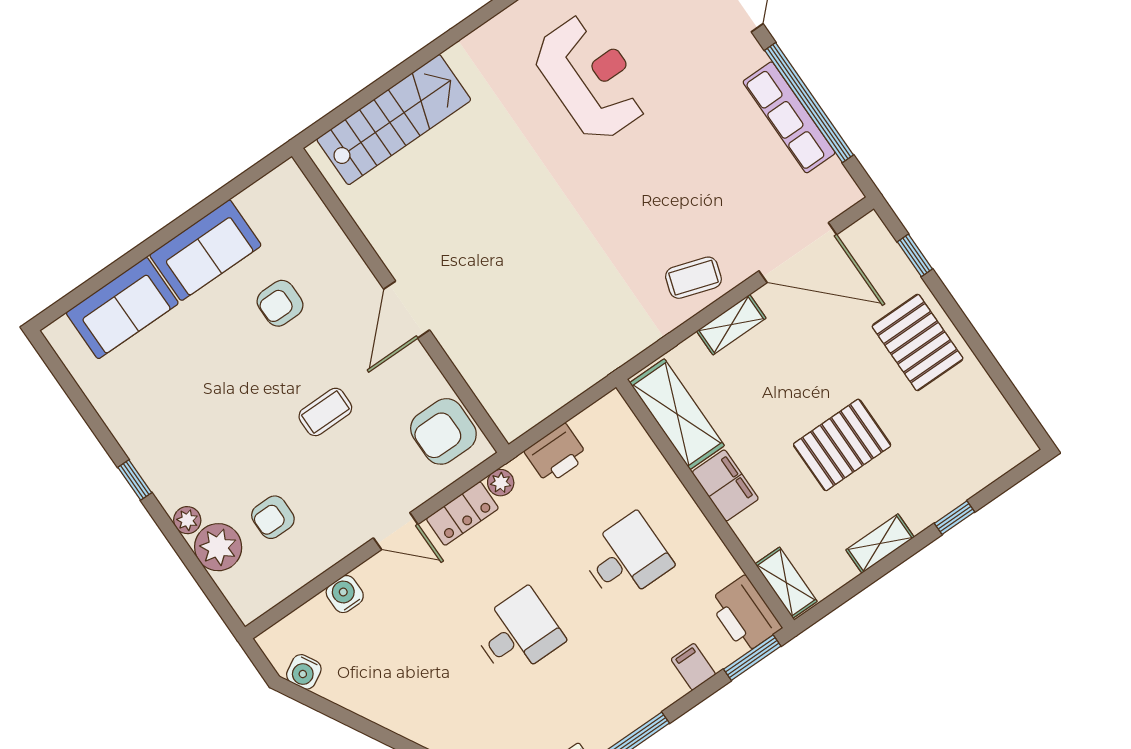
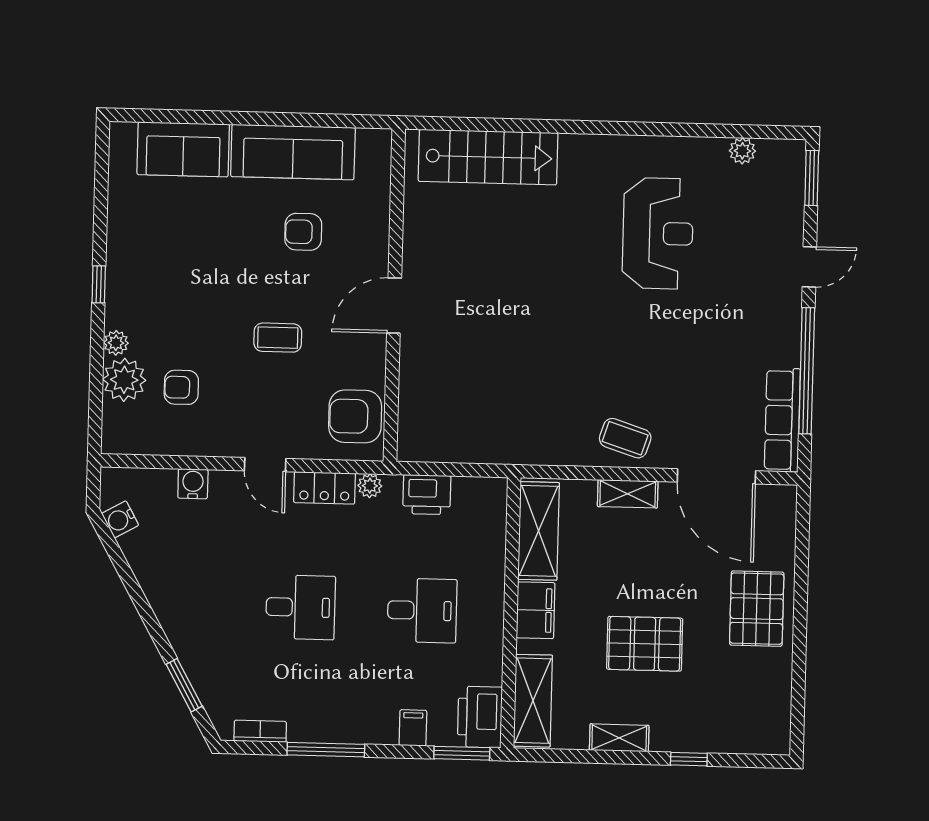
row of seats: (789, 117) -> (782, 420), moved
sofa: (205, 250) -> (293, 152), width x1.36
window: (915, 255) -> (802, 542), removed
shelving: (786, 583) -> (533, 701), width x1.50, depth x1.33

